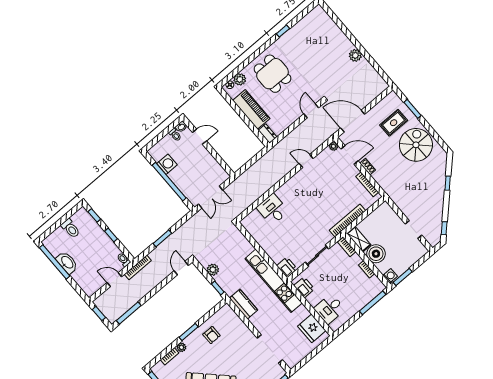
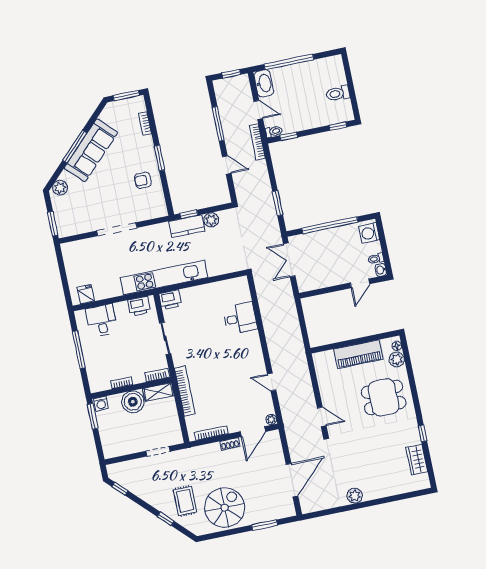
wardrobe: (304, 25) -> (417, 460), added
door: (353, 121) -> (292, 480), moved
rug: (394, 123) -> (185, 501), moved
dresser: (268, 134) -> (323, 357), removed
spiral stairs: (416, 145) -> (225, 508), turned -90
door: (306, 161) -> (272, 382), swing flipped
washing machine: (167, 164) -> (369, 233), moved, turned 90
doorway: (414, 230) -> (158, 451), moved
window: (111, 235) -> (289, 136), moved
window: (162, 238) -> (278, 203), moved
window: (55, 262) -> (289, 62), moved
washbasin: (67, 263) -> (264, 83), moved, turned -90
door: (181, 268) -> (227, 165), moved
door: (114, 280) -> (258, 110), hinge flipped
window: (373, 303) -> (79, 350), moved
kitchen counter: (244, 304) -> (187, 226), moved
window: (129, 313) -> (218, 124), moved
fridge: (312, 328) -> (86, 294), width x0.53, depth x0.75
plant: (181, 347) -> (147, 141), removed
doorway: (270, 349) -> (117, 229), moved

